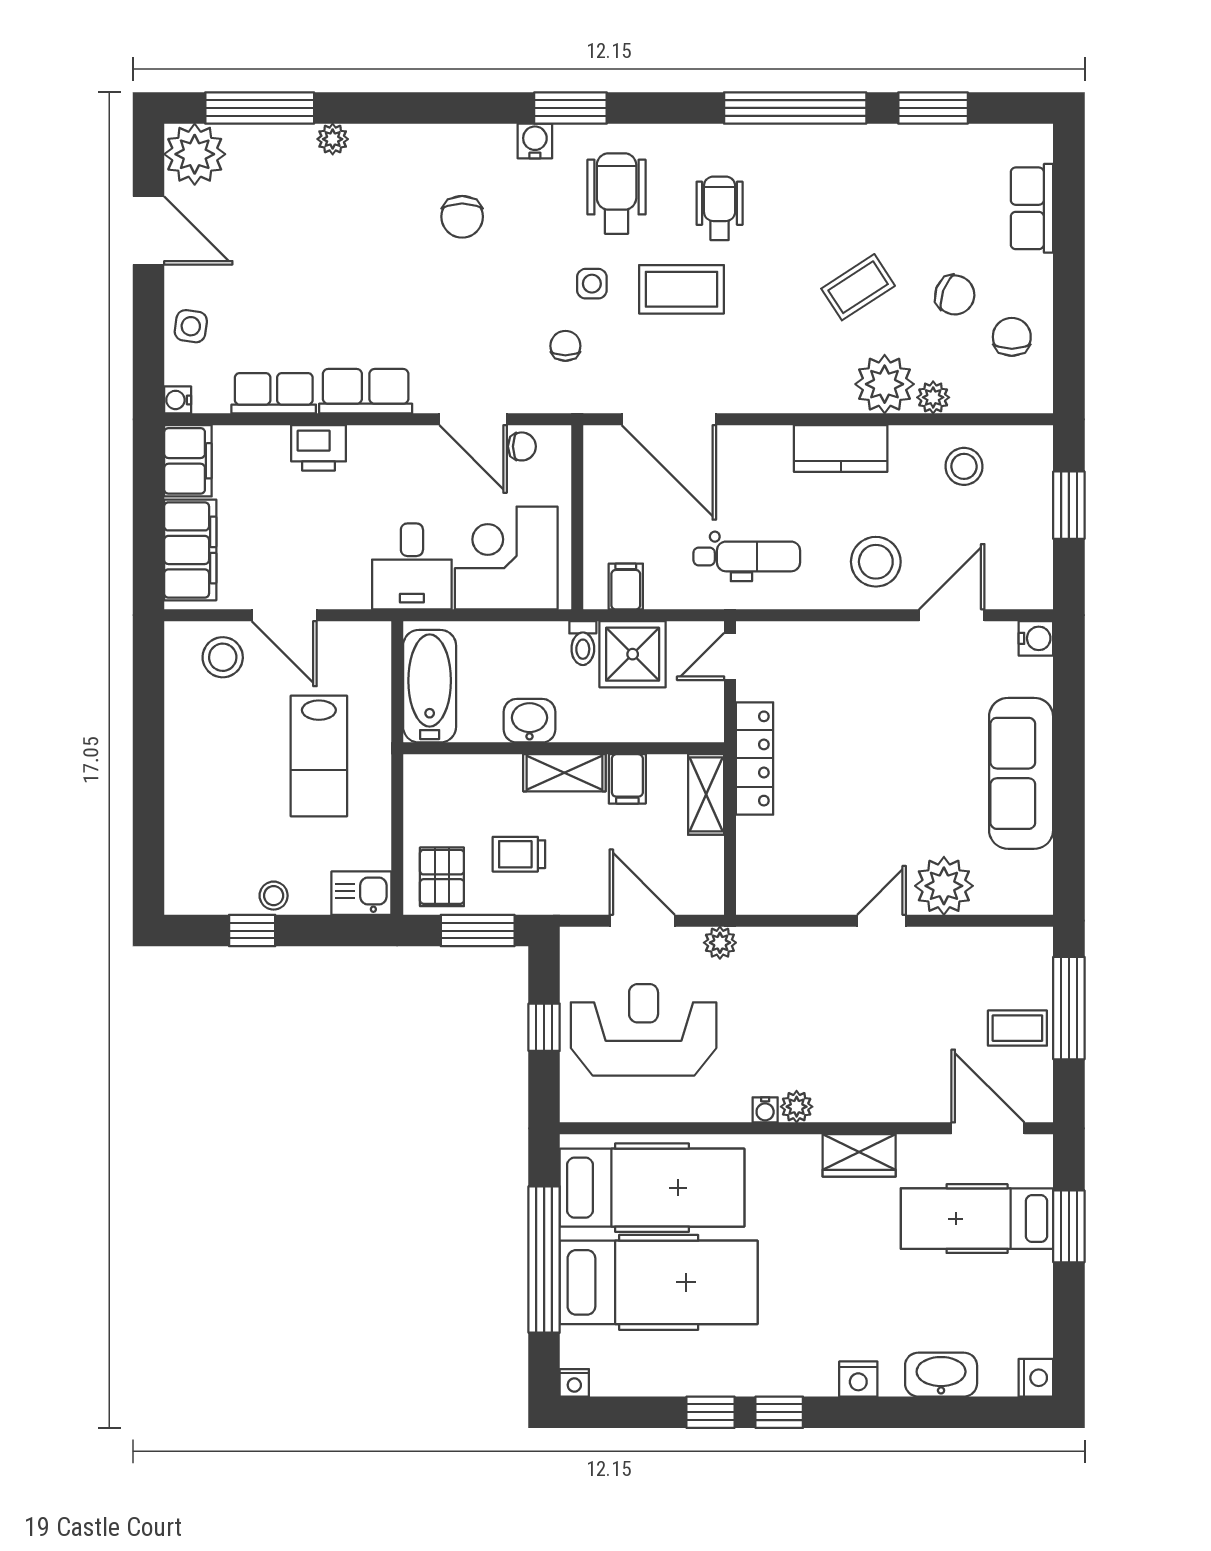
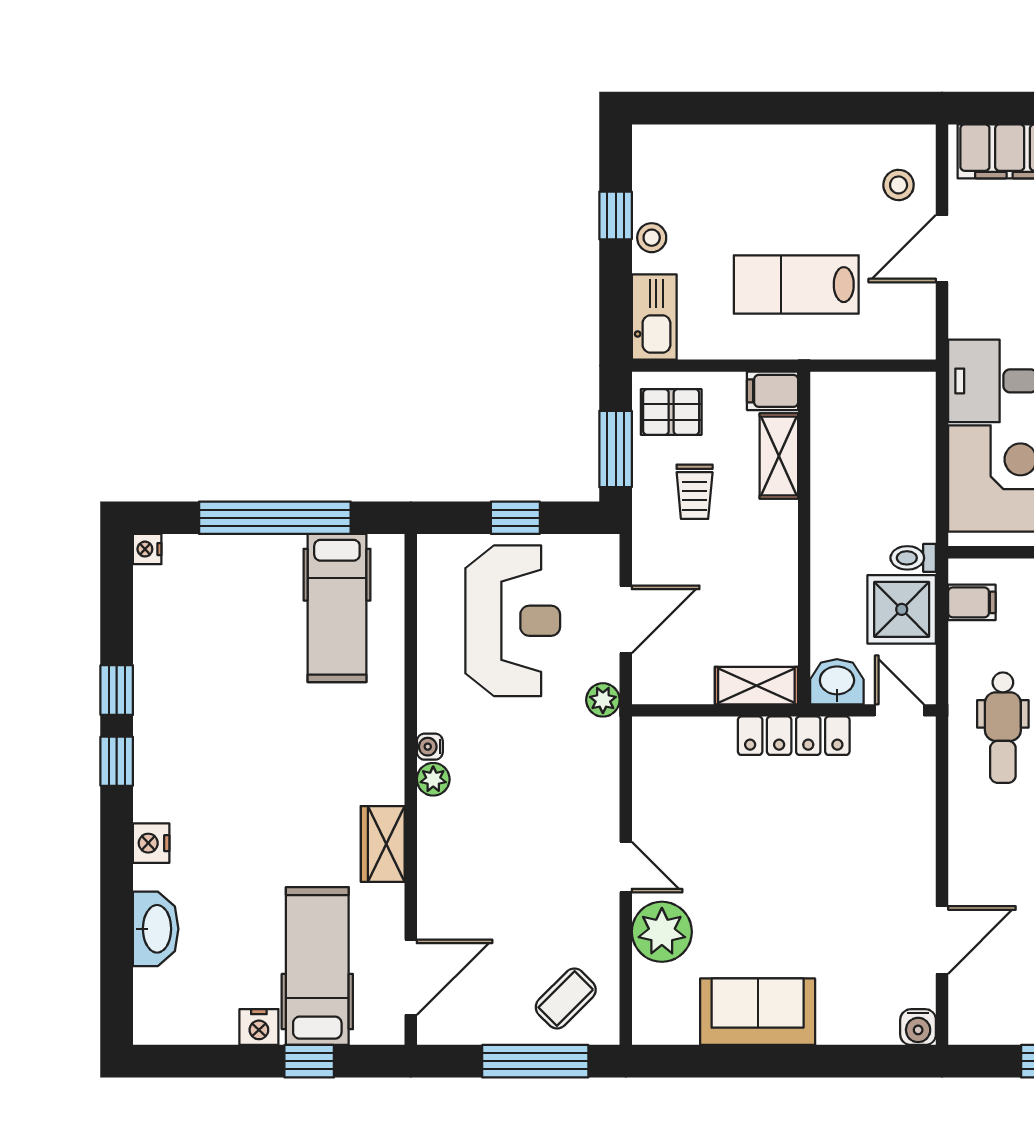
stool: (876, 562) -> (997, 861), removed
door: (952, 615) -> (942, 940), hinge flipped
stool: (223, 657) -> (899, 185), width x0.73, depth x0.73
bathtub: (430, 686) -> (869, 399), removed
washbasin: (530, 721) -> (837, 682), moved, turned -90
shelving: (564, 773) -> (779, 456), moved
sofa: (1021, 773) -> (758, 1012), width x0.73
filing cabinet: (627, 779) -> (773, 391), moved
trolley: (519, 854) -> (695, 492), turned 180
kitchen sink: (361, 893) -> (654, 317), width x1.38
coffee table: (1017, 1028) -> (566, 998), moved, turned 45
hospital bed: (652, 1188) -> (337, 608), width x0.73, depth x0.78
window: (1069, 1226) -> (309, 1061), width x0.67
hospital bed: (659, 1282) -> (251, 636), removed
nightstand: (1036, 1378) -> (259, 1027), moved

